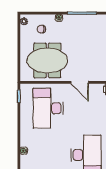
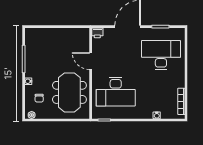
door: (80, 82) -> (91, 61), swing flipped

